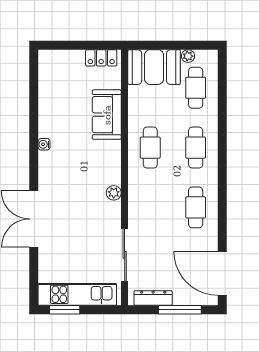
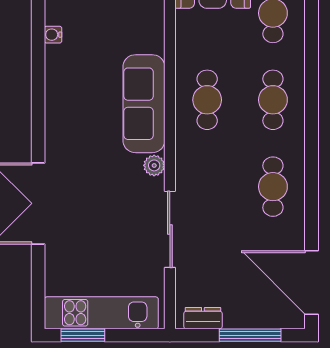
sofa: (107, 115) -> (144, 104), moved, width x1.36
water cooler: (44, 144) -> (53, 35), moved
sliding door: (125, 255) -> (170, 229), moved
dresser: (153, 298) -> (203, 318), width x0.70

